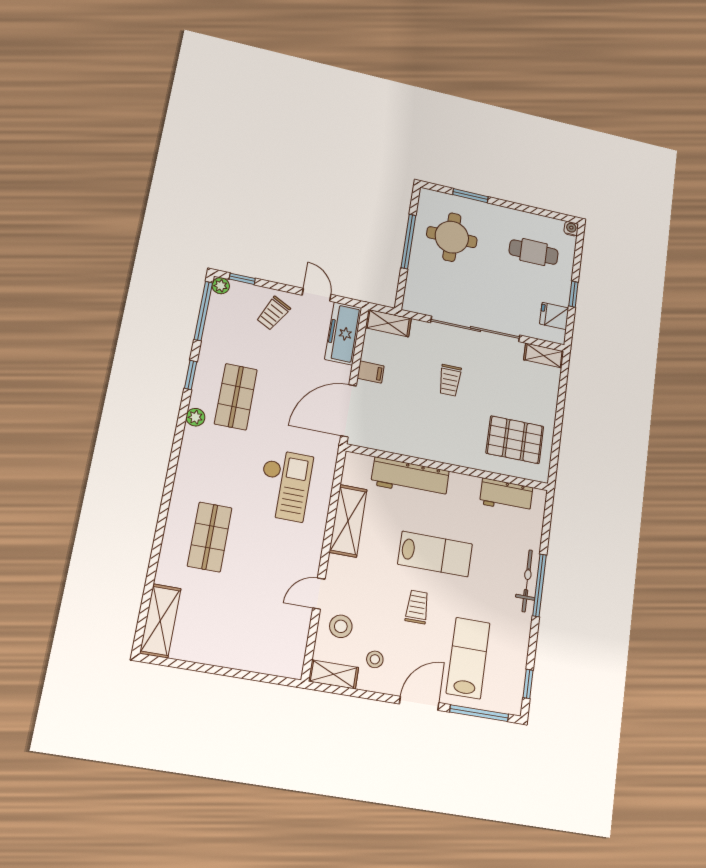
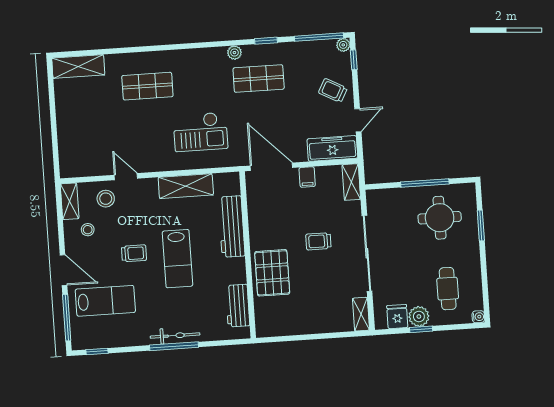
plant: (559, 292) -> (419, 316), added
pallet: (515, 440) -> (272, 273), moved

